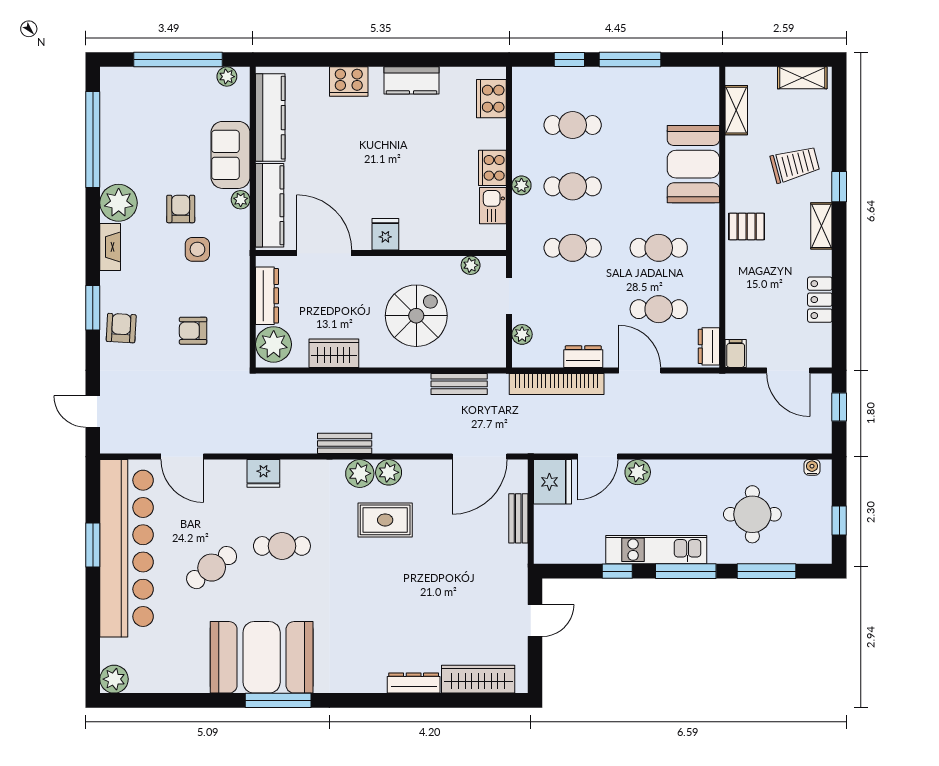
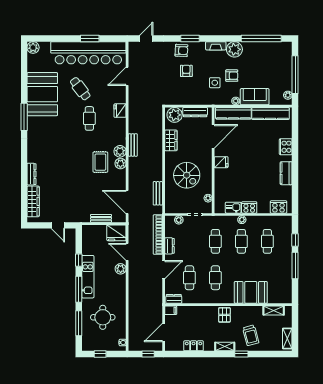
armchair: (193, 331) -> (186, 71), moved
booth: (262, 657) -> (42, 94), moved

